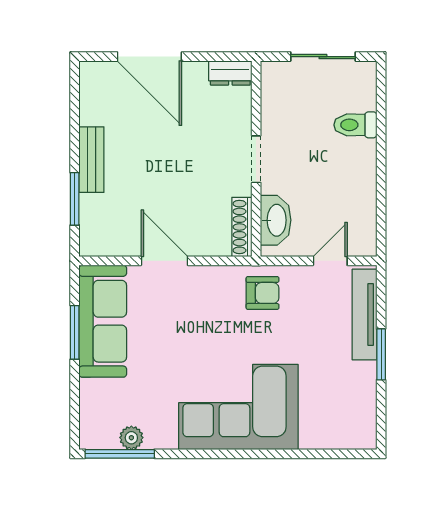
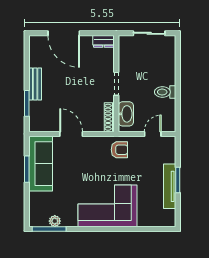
toilet: (355, 125) -> (165, 92), moved
tv unit: (364, 315) -> (170, 186), moved

